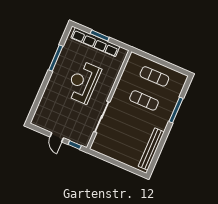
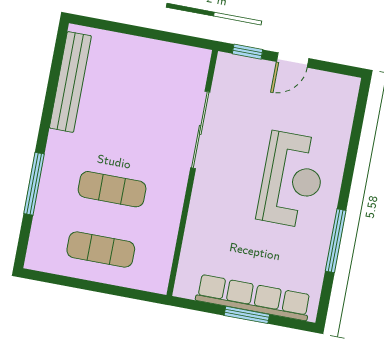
reception desk: (83, 82) -> (292, 180), moved
door: (57, 137) -> (293, 60), swing flipped

